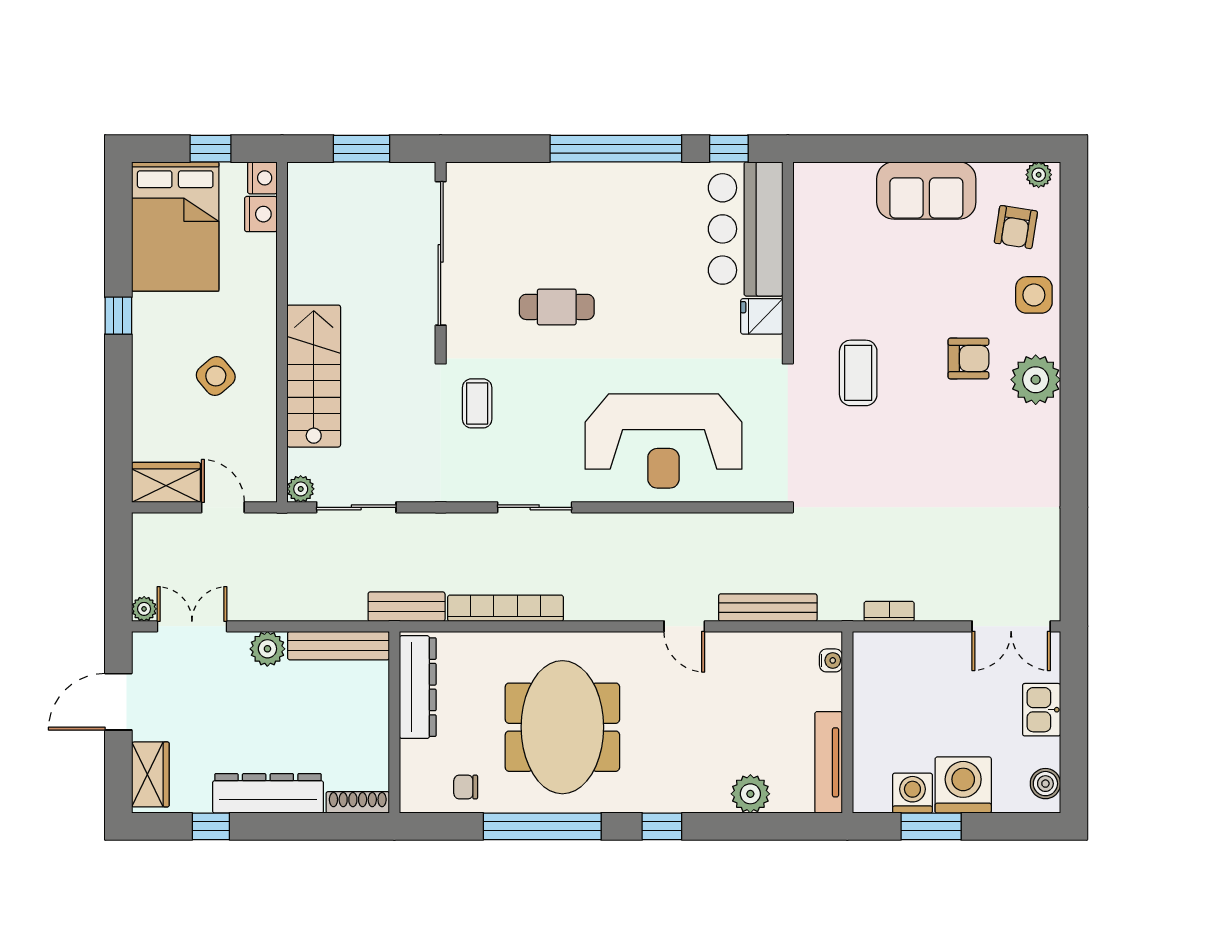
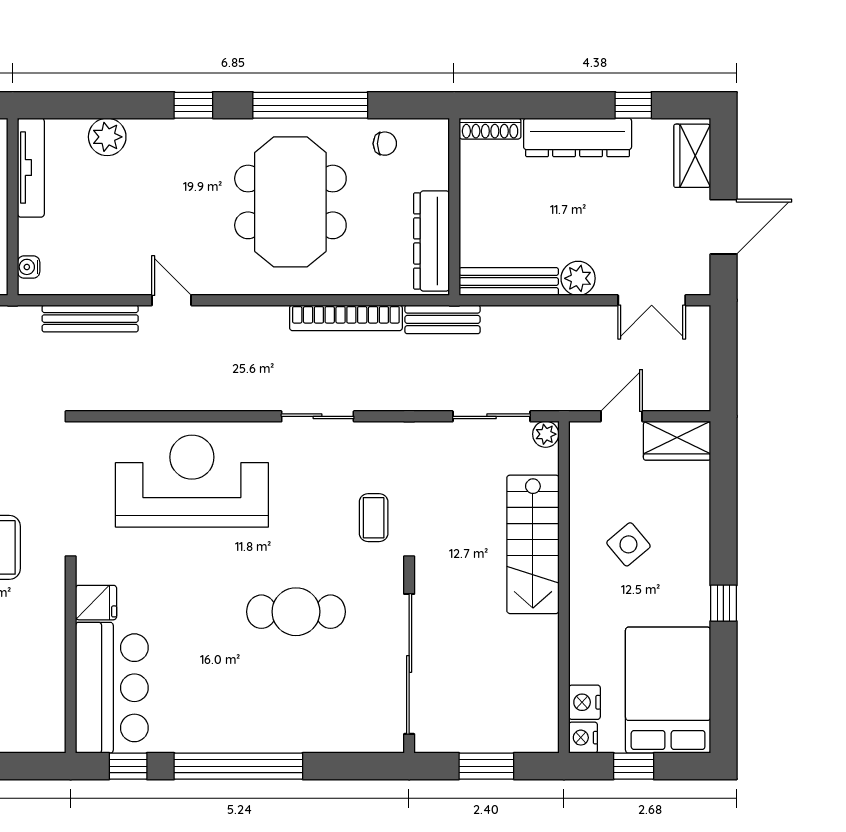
cafe table: (557, 307) -> (296, 612), width x1.37, depth x1.35
door: (223, 507) -> (621, 416), swing flipped
plant: (144, 609) -> (698, 317), removed

